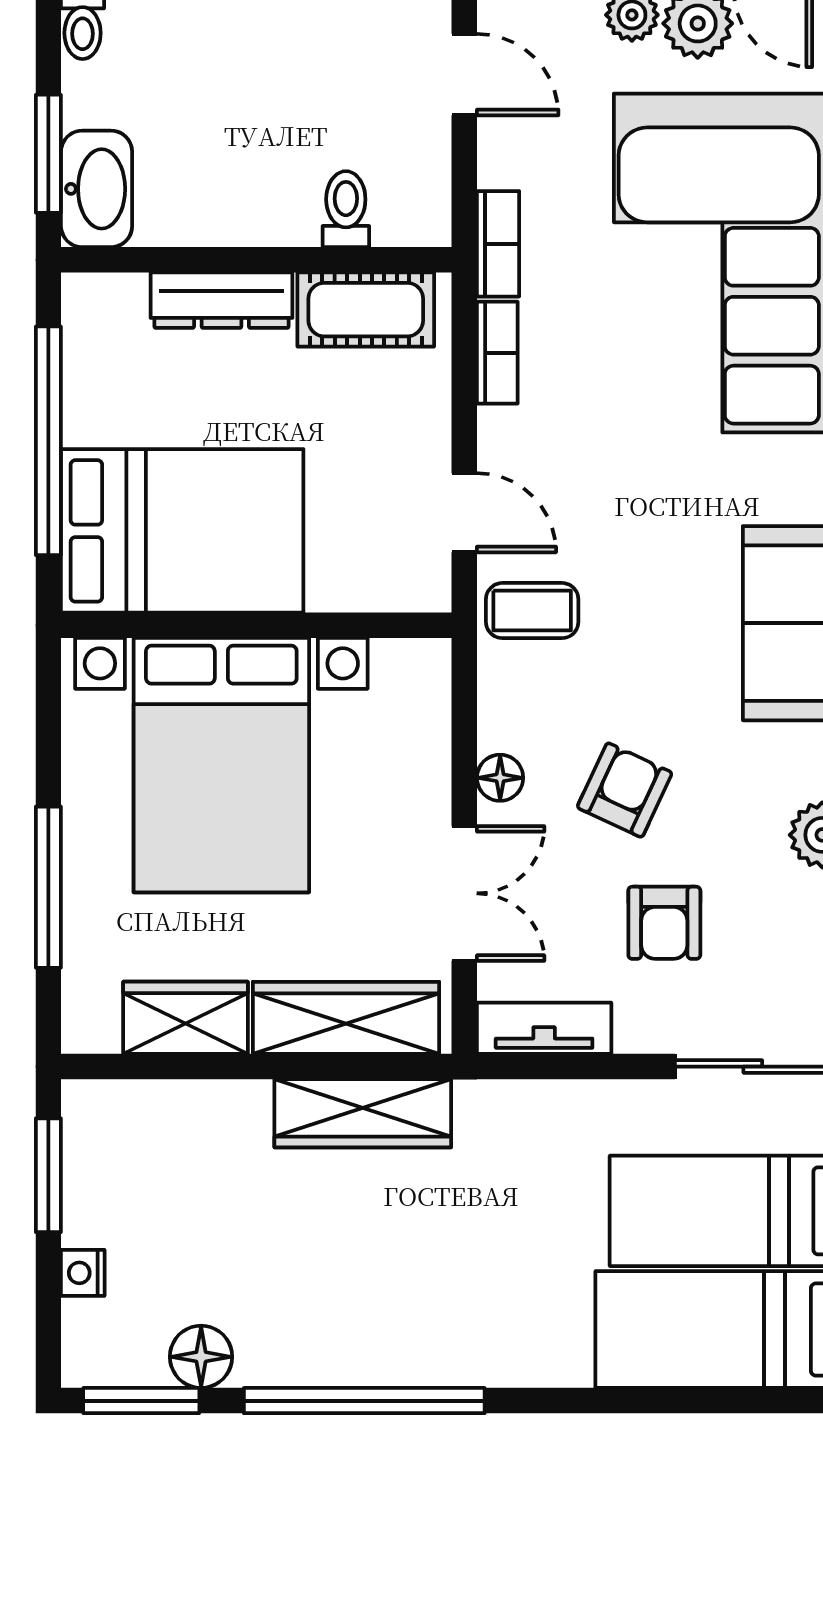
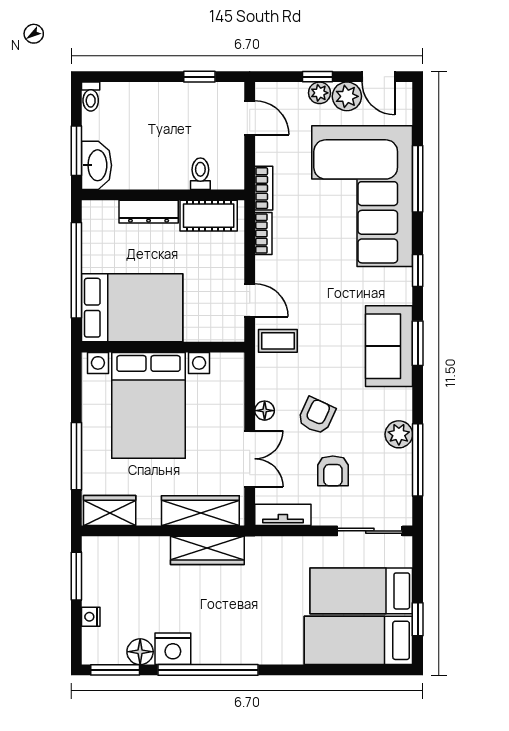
wardrobe: (186, 1018) -> (110, 511), moved
nightstand: (280, 1350) -> (173, 649), added

